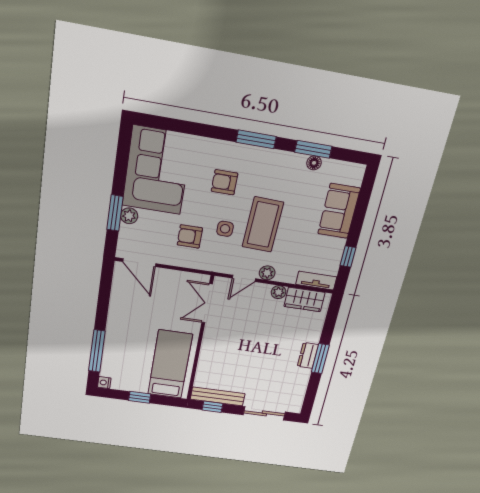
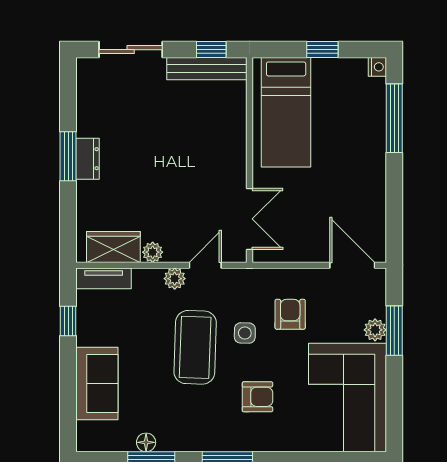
armchair: (190, 236) -> (290, 314), turned -90

